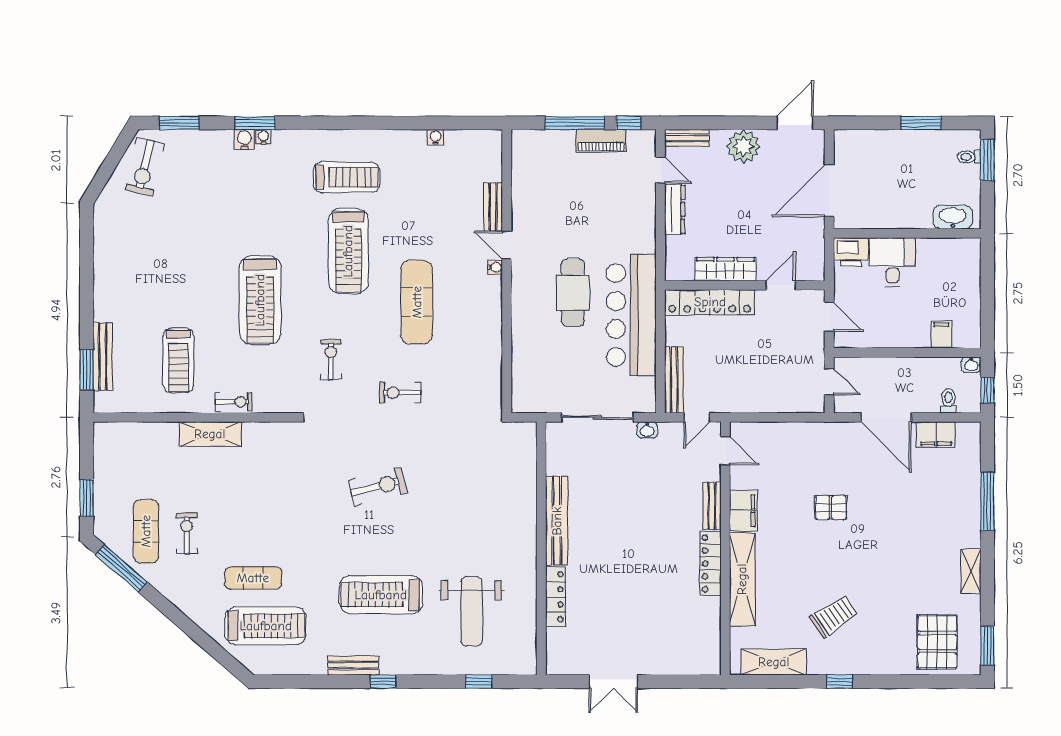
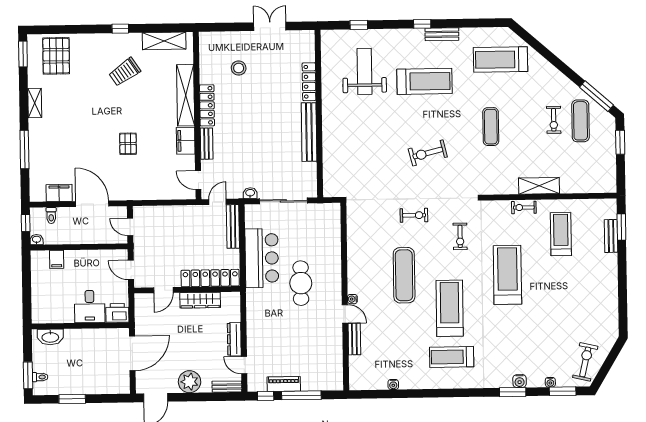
water cooler: (263, 137) -> (550, 382), moved
bar counter: (631, 315) -> (262, 258), width x0.73
bench: (103, 356) -> (611, 236), width x0.73
pallet: (831, 507) -> (128, 144), turned 90
exercise mat: (253, 578) -> (491, 127), moved, turned 90
stool: (662, 619) -> (239, 68), added

